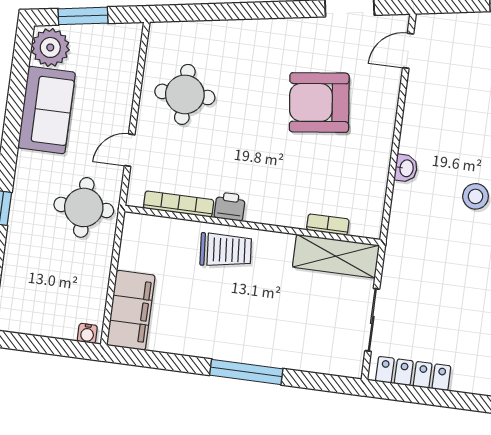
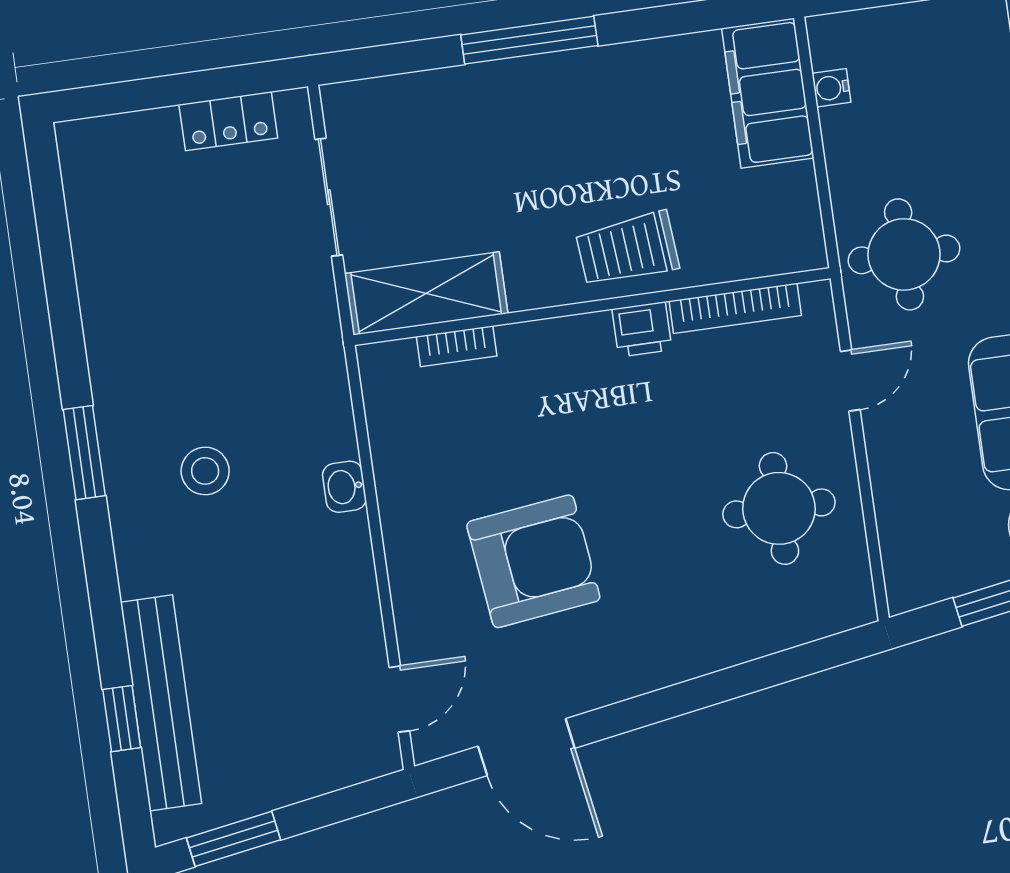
water cooler: (87, 333) -> (831, 88), moved, turned -90
locker: (413, 373) -> (228, 121), width x0.66

